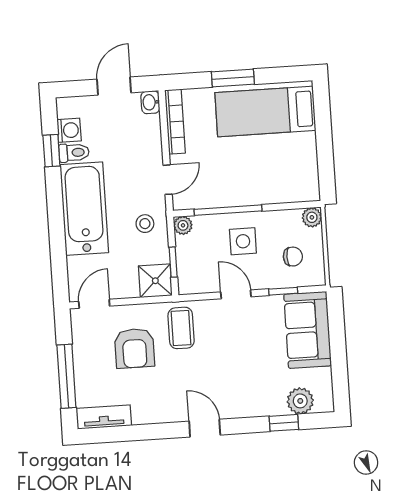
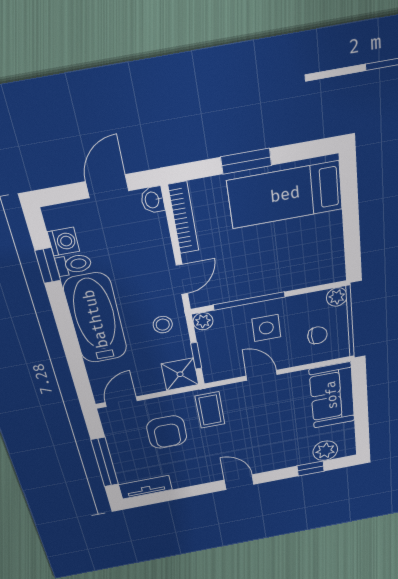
window: (283, 291) -> (308, 367), removed

